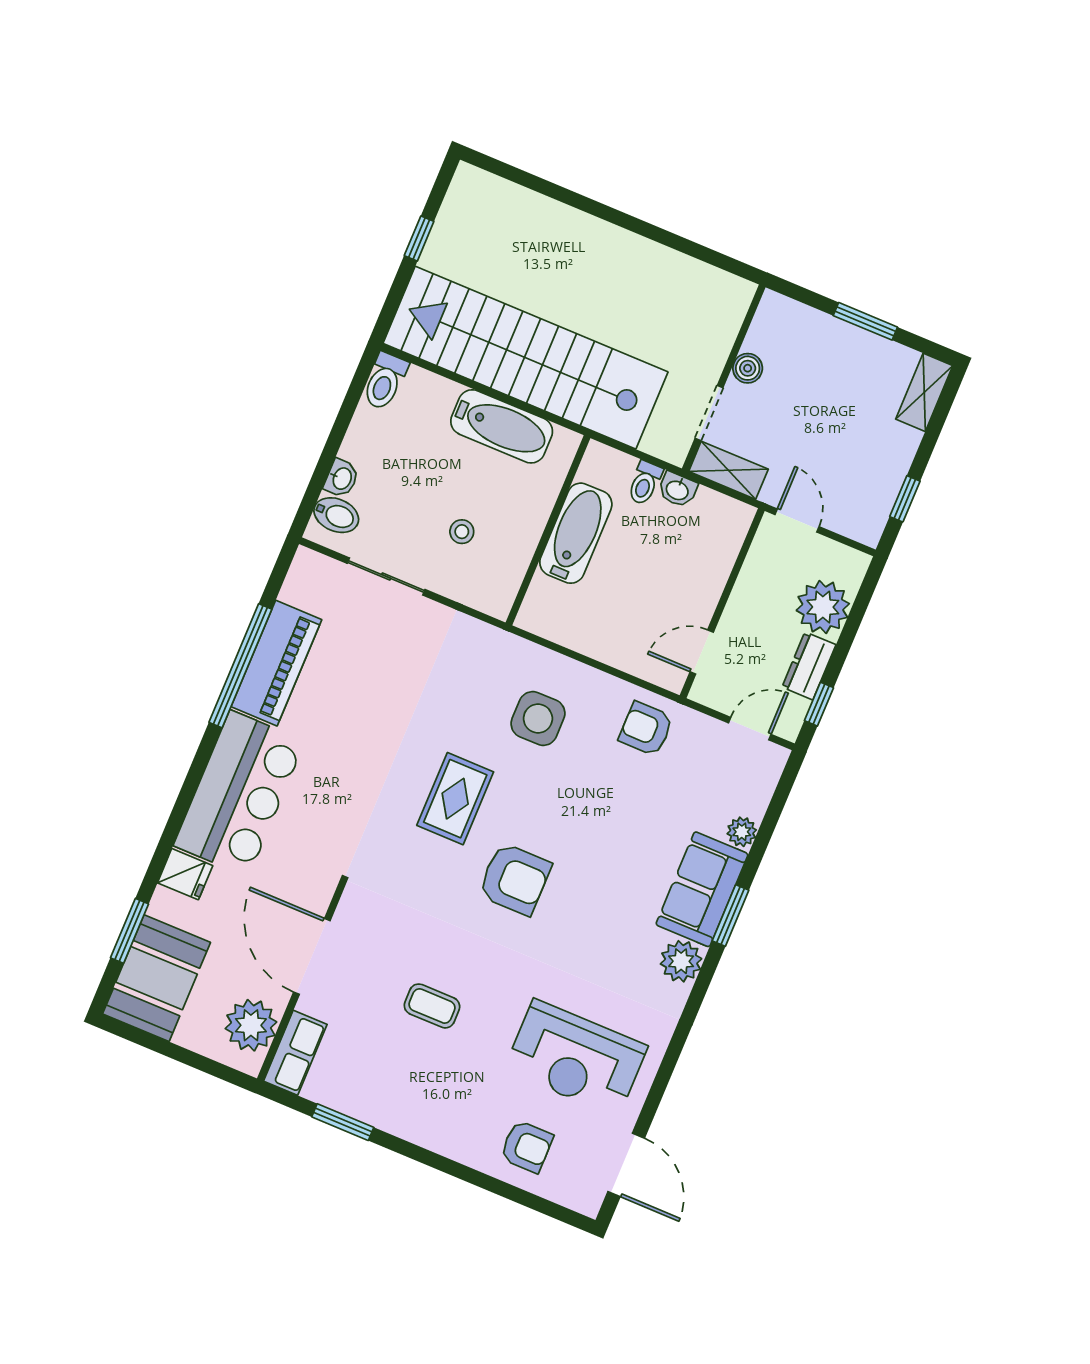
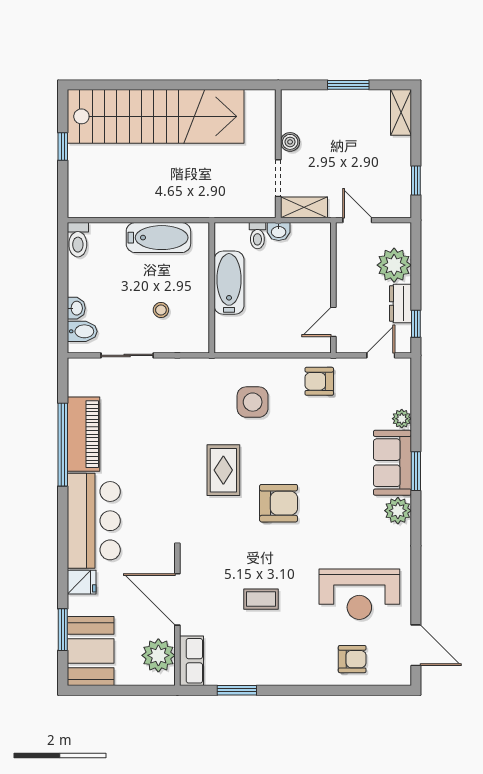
stairs: (526, 358) -> (156, 116), moved, turned 180

